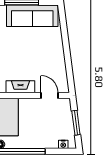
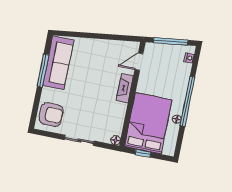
window: (76, 123) -> (171, 41), width x1.44

